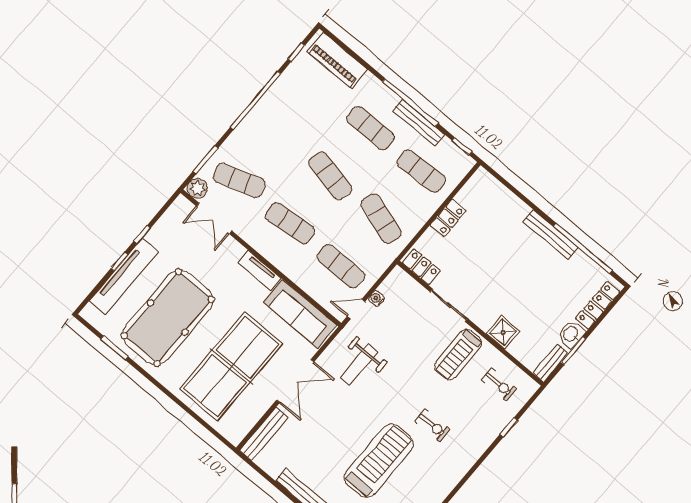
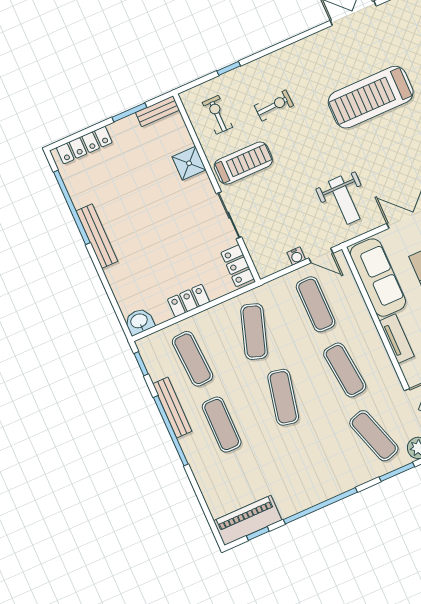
piano: (337, 60) -> (248, 520), moved, turned -90
washbasin: (571, 334) -> (139, 321), moved, turned 180
weight bench: (359, 364) -> (344, 200), turned 90
exercise bike: (432, 425) -> (274, 105), moved, turned 88

